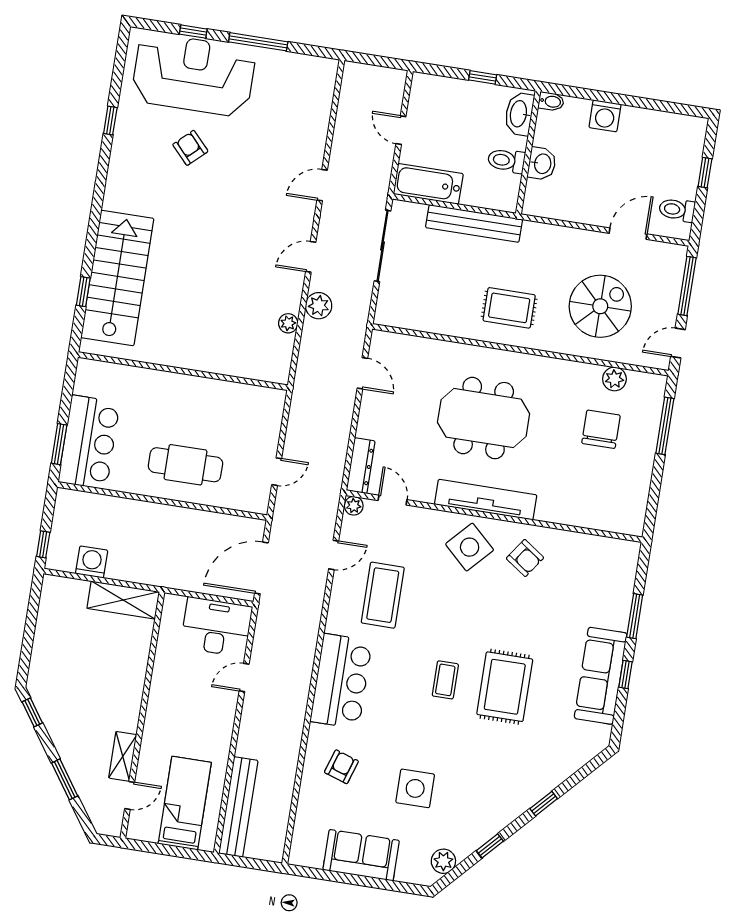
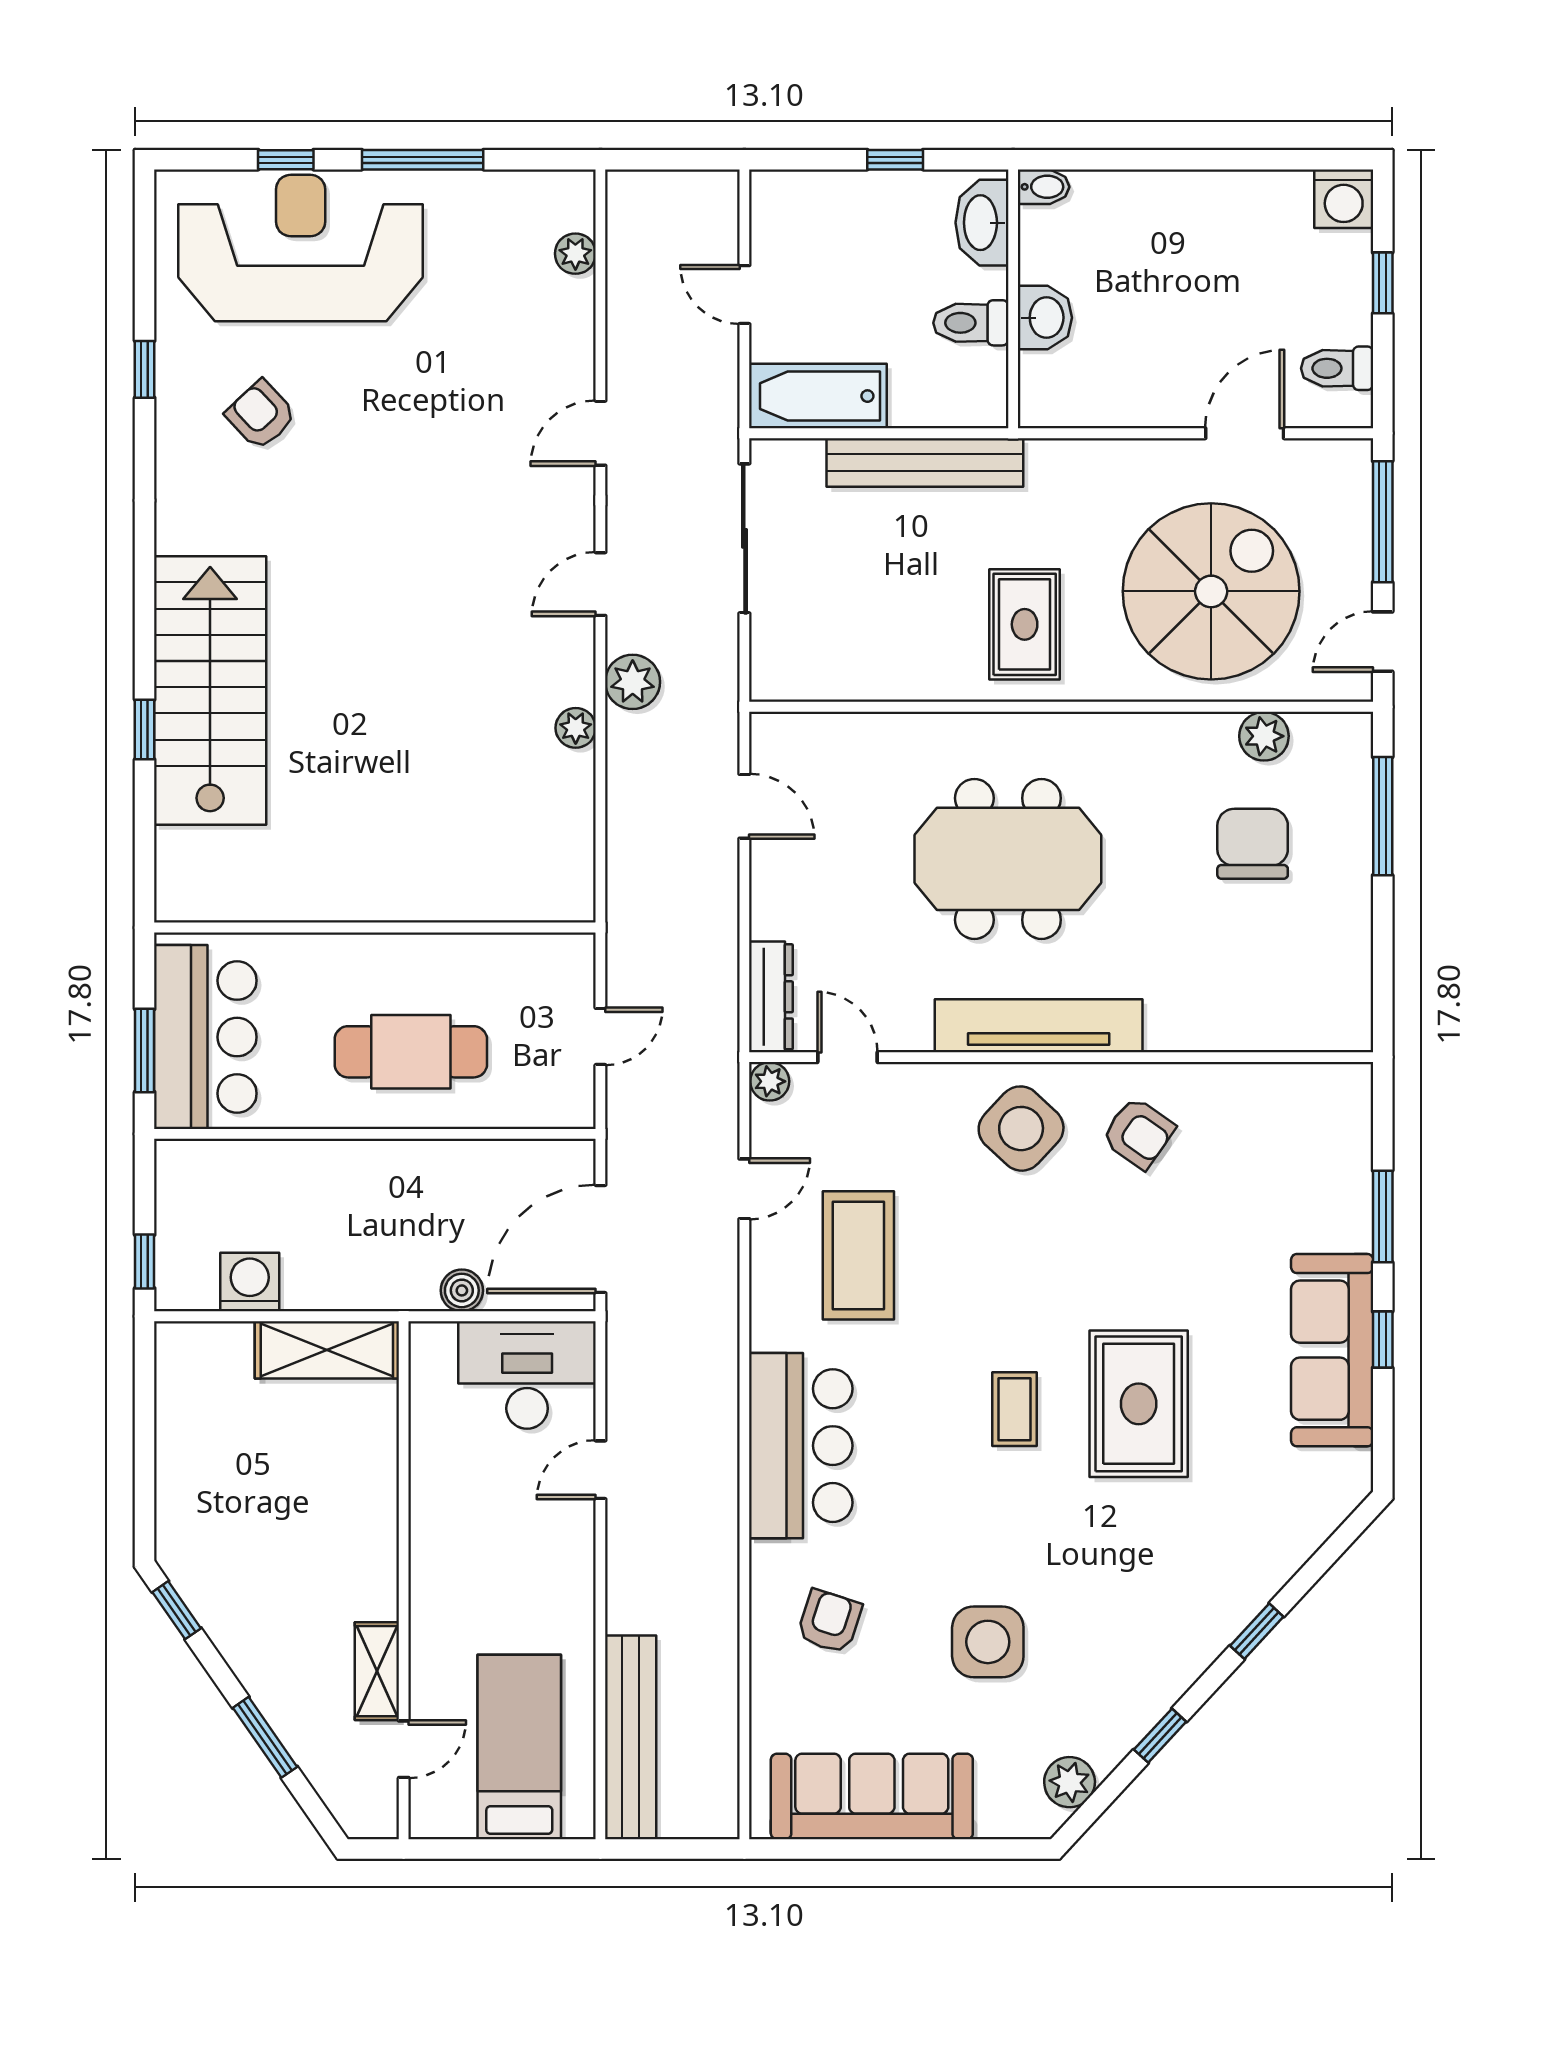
plant: (324, 98) -> (575, 254), added
washing machine: (605, 116) -> (1344, 199), moved
armchair: (190, 148) -> (261, 415), moved
spiral stairs: (600, 306) -> (1211, 591), width x1.37, depth x1.37
rug: (509, 308) -> (1025, 624), turned 90
wall: (183, 371) -> (375, 928), moved
boiler: (192, 582) -> (462, 1290), added
sofa: (361, 855) -> (872, 1796), width x1.36

